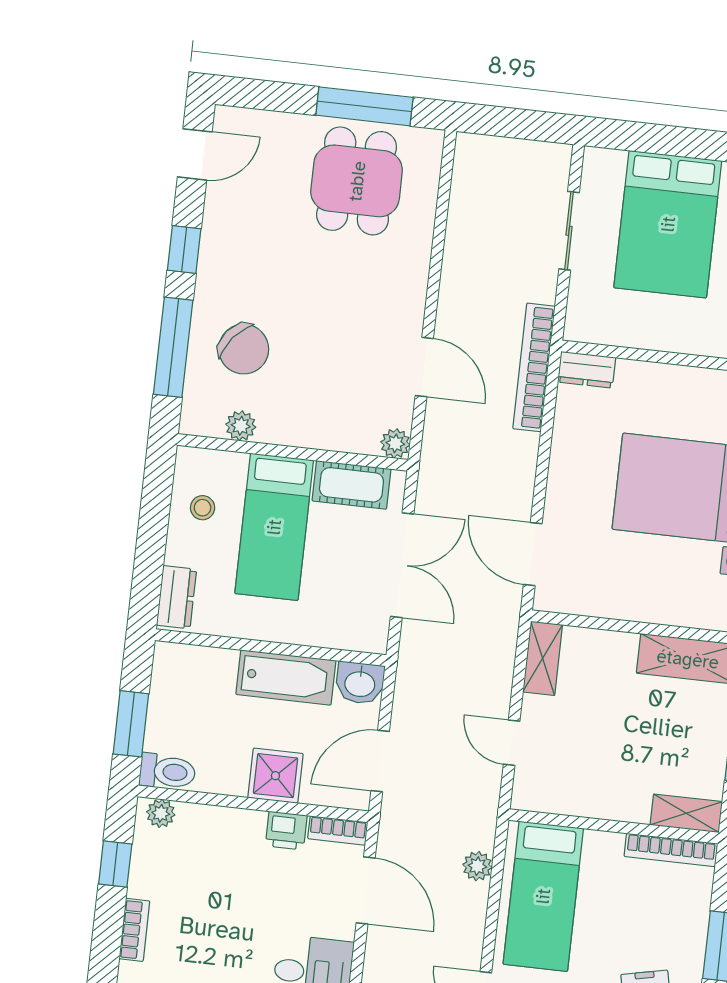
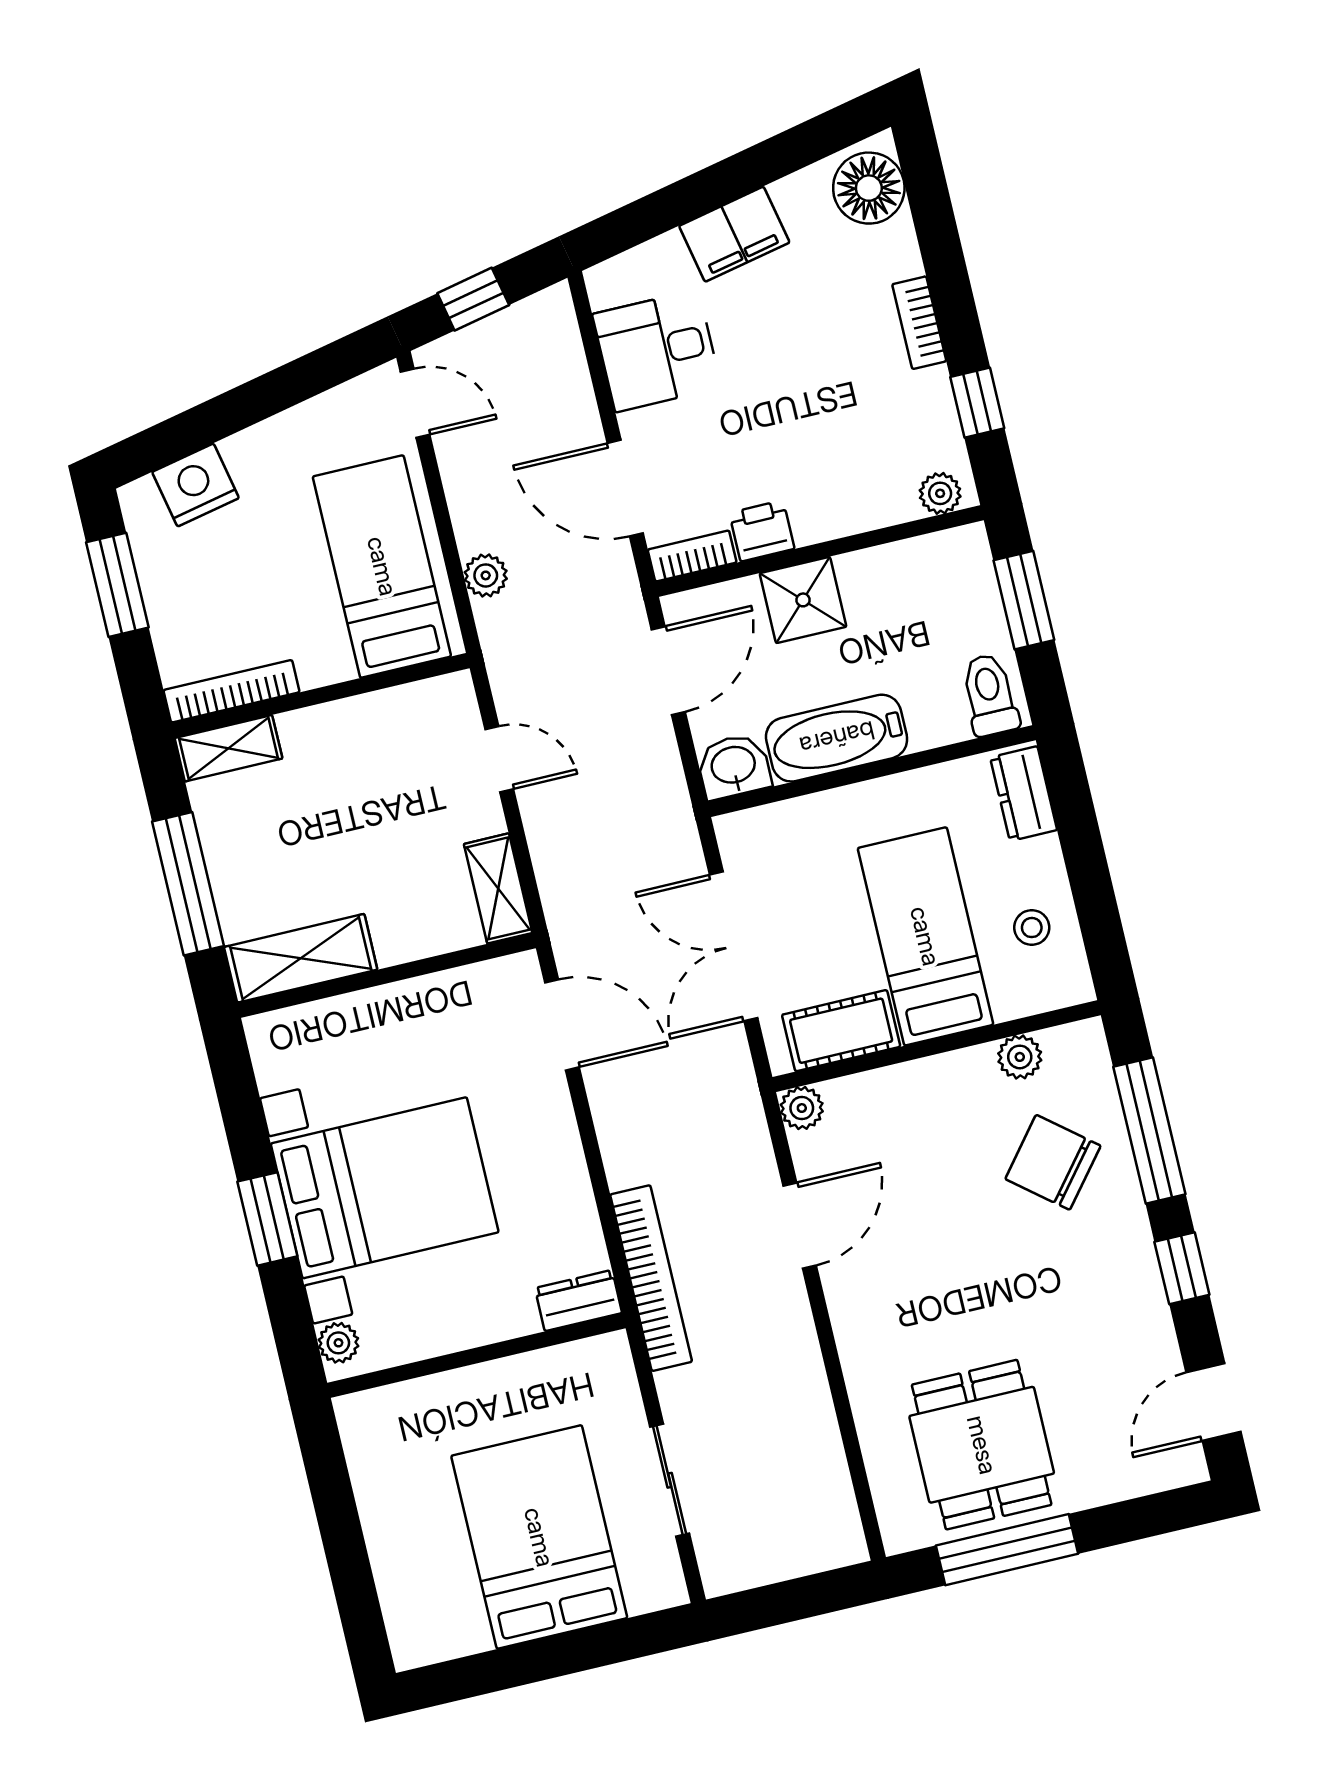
door: (424, 367) -> (800, 1226), swing flipped
toilet: (167, 772) -> (990, 695), moved, turned 90

